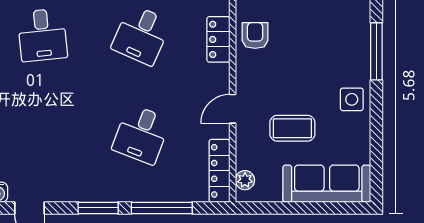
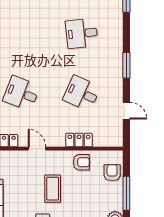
coffee table: (292, 128) -> (53, 189), moved

